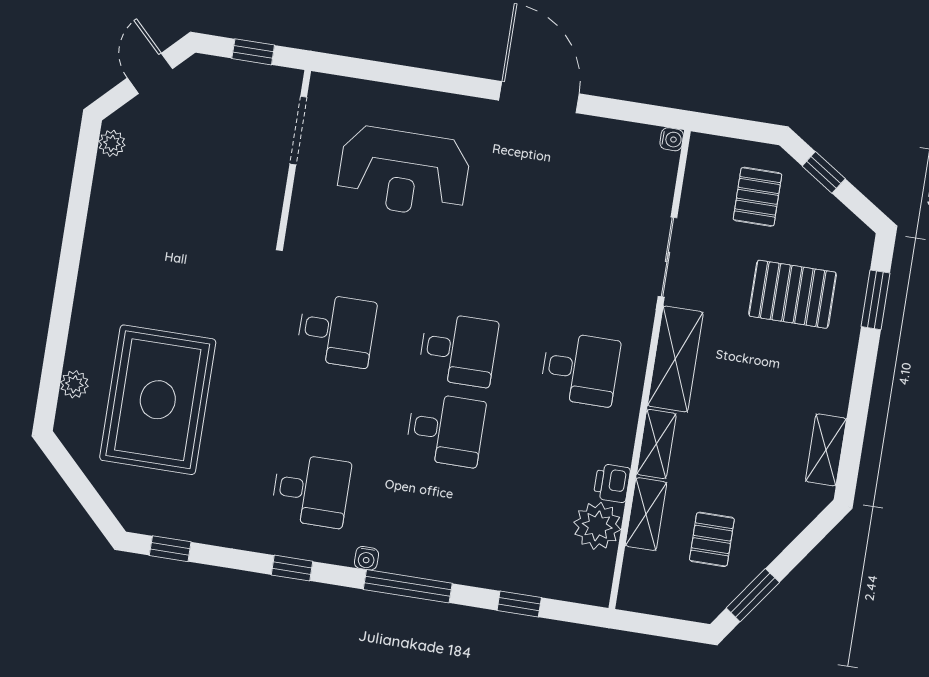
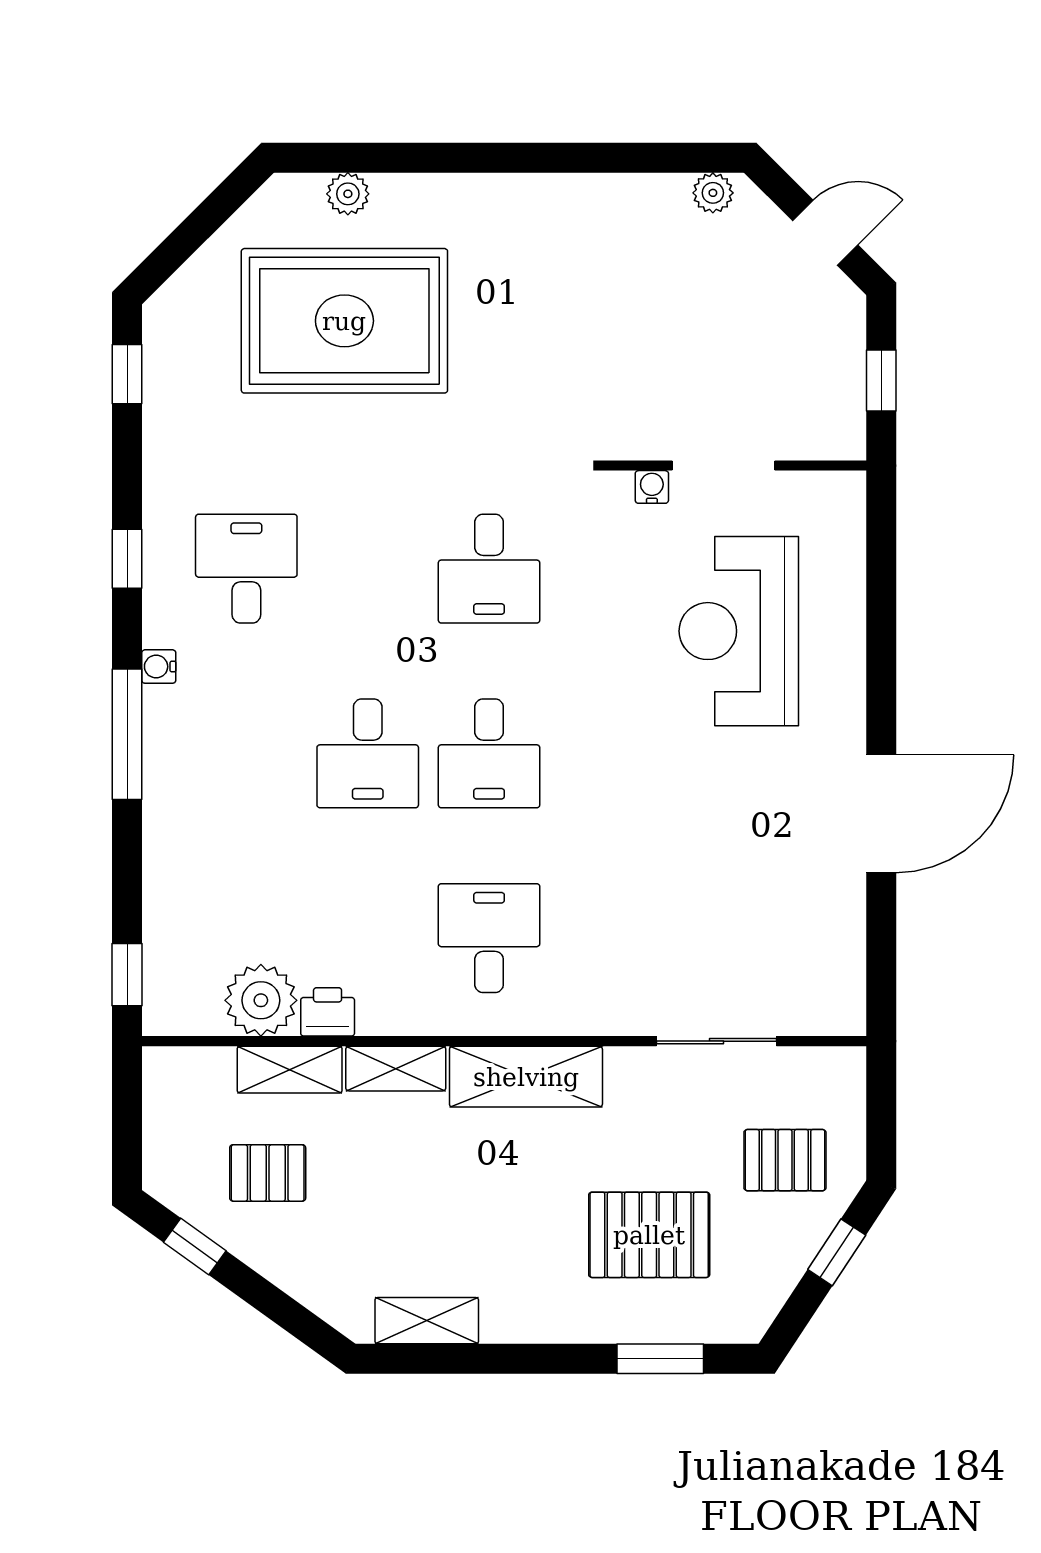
doorway: (298, 131) -> (724, 466), moved
water cooler: (672, 139) -> (652, 487), moved, turned 180
sliding door: (668, 257) -> (717, 1041), moved
pallet: (793, 294) -> (649, 1235), turned 90
desk: (580, 369) -> (489, 938), turned 180
desk: (311, 490) -> (246, 569), turned 180
window: (753, 595) -> (195, 1247), width x0.67
window: (519, 604) -> (127, 975), moved

